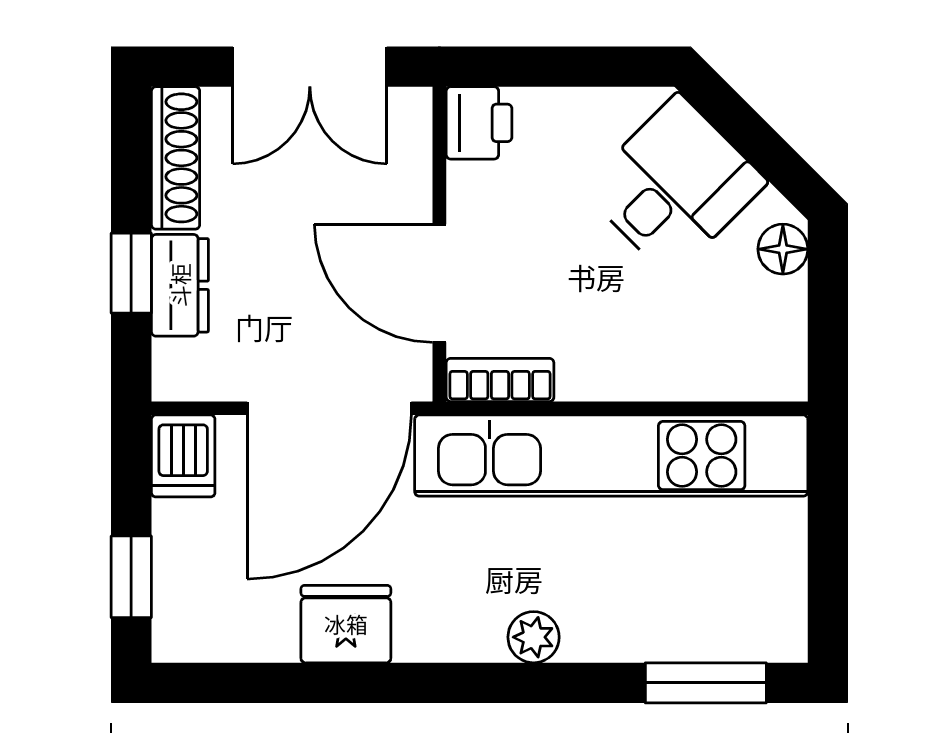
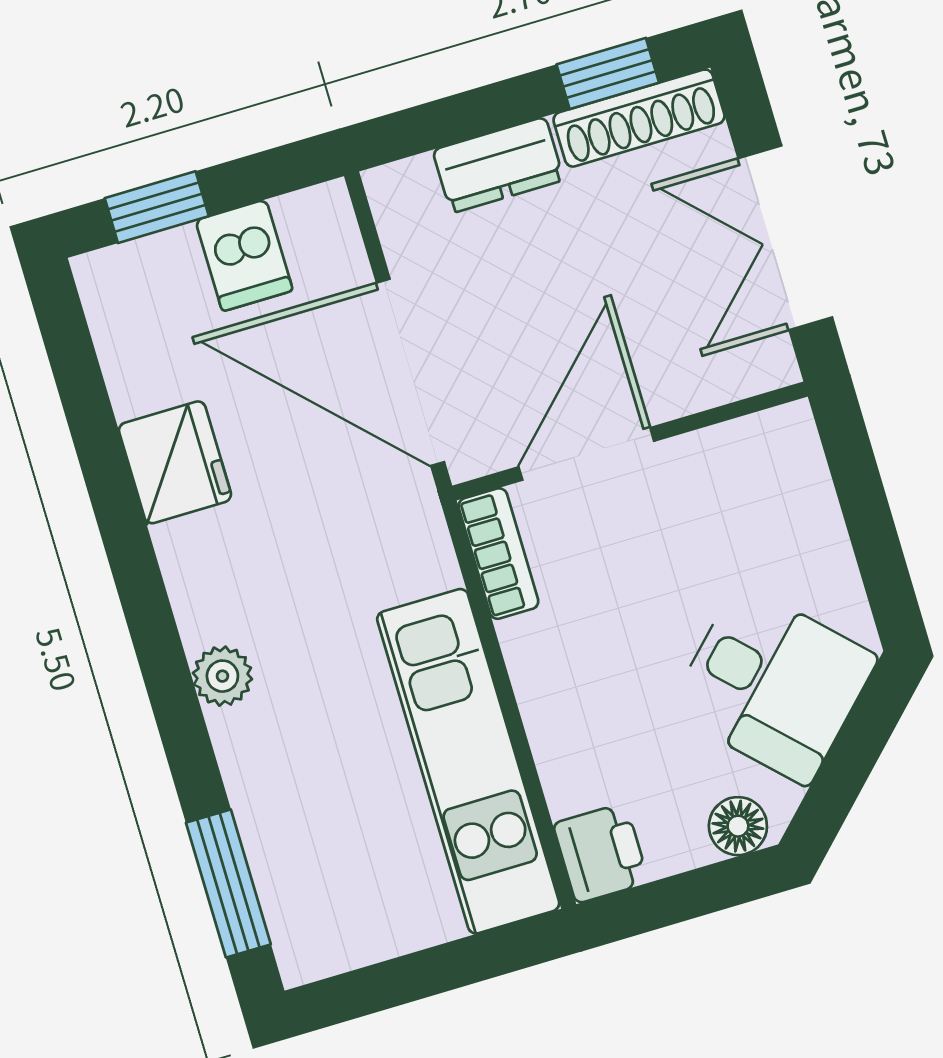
printer: (479, 123) -> (601, 853), moved, turned -90
window: (131, 273) -> (608, 73), moved
dishwasher: (183, 456) -> (244, 255), moved, turned -90
kitchen unit: (611, 456) -> (468, 761), width x0.73

